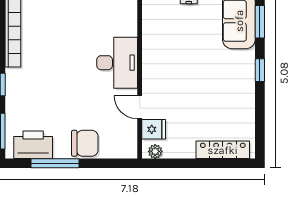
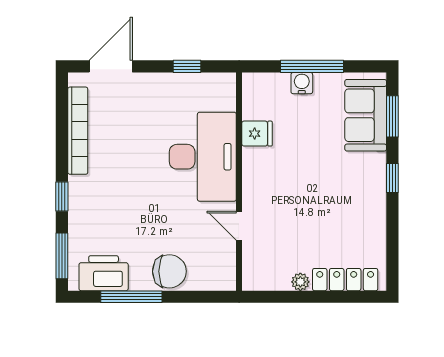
desk: (117, 63) -> (203, 157), width x1.36, depth x1.30
fridge: (154, 129) -> (257, 134), moved
plant: (155, 151) -> (300, 282), moved

